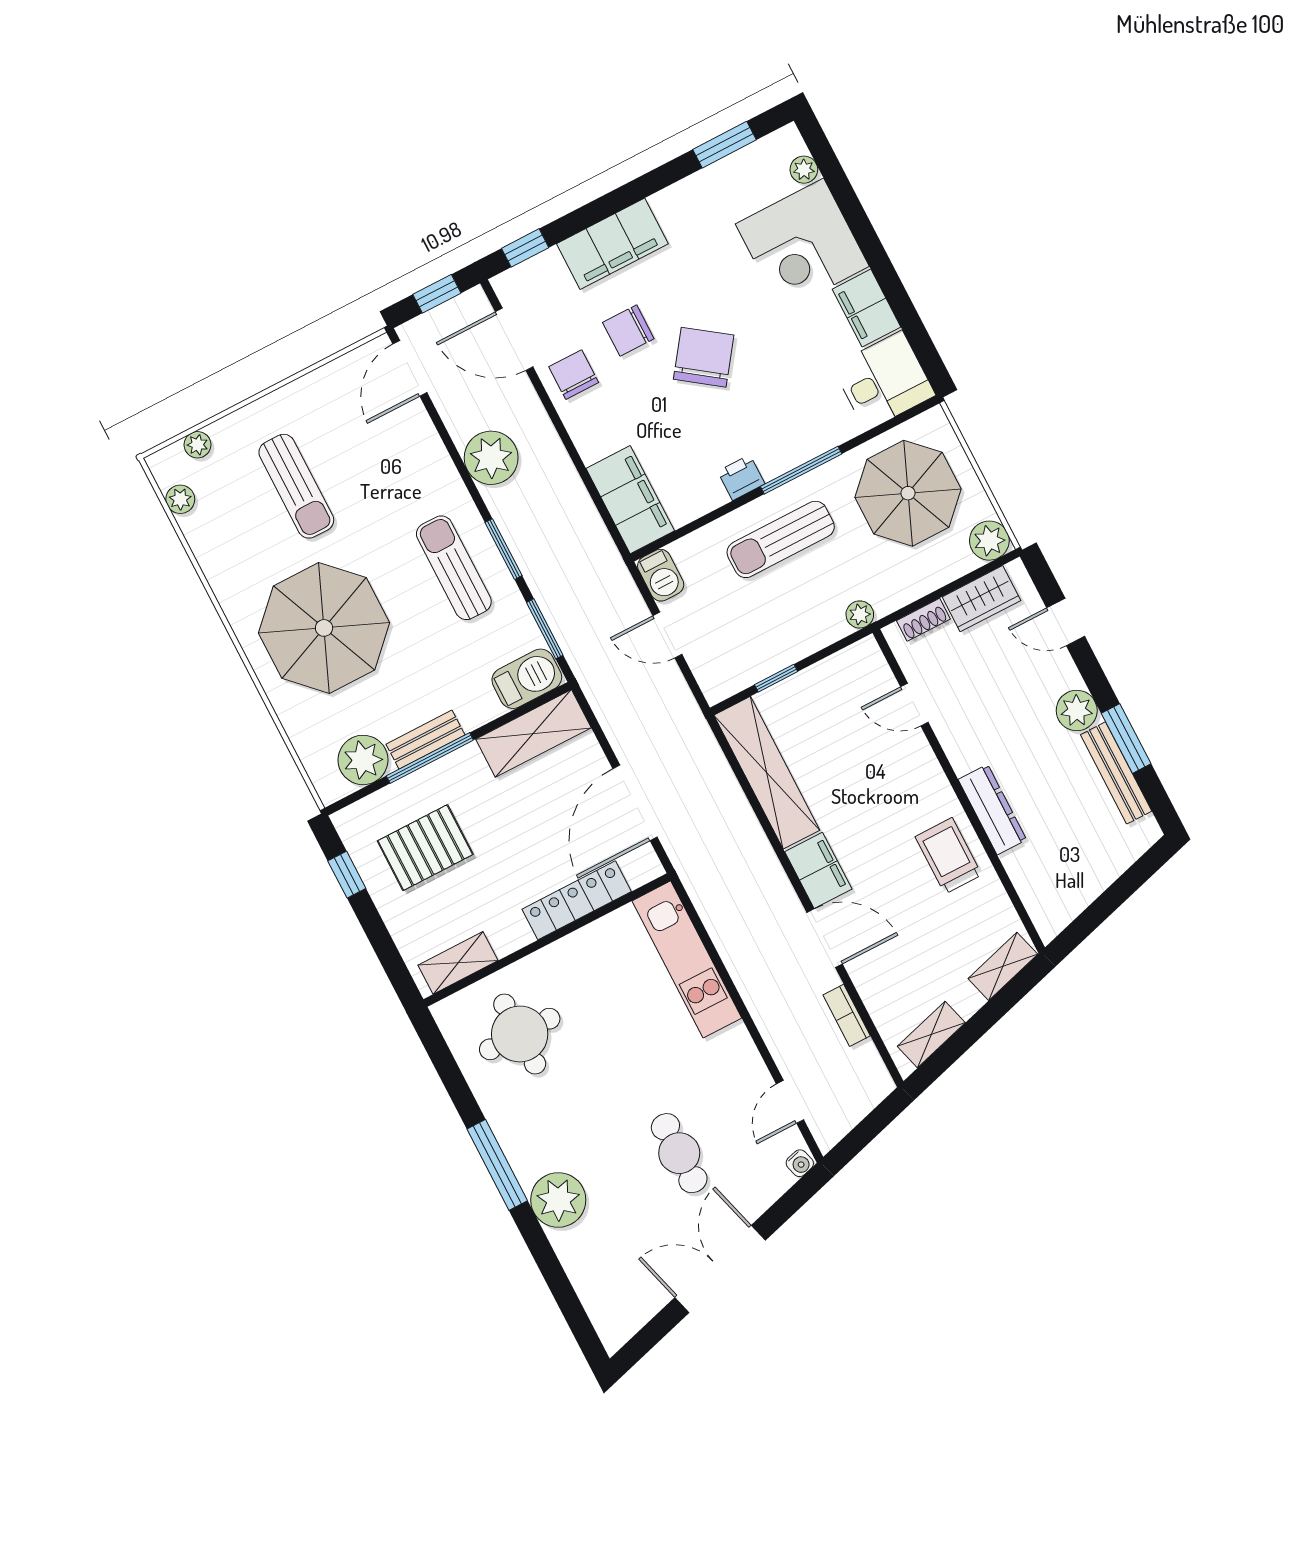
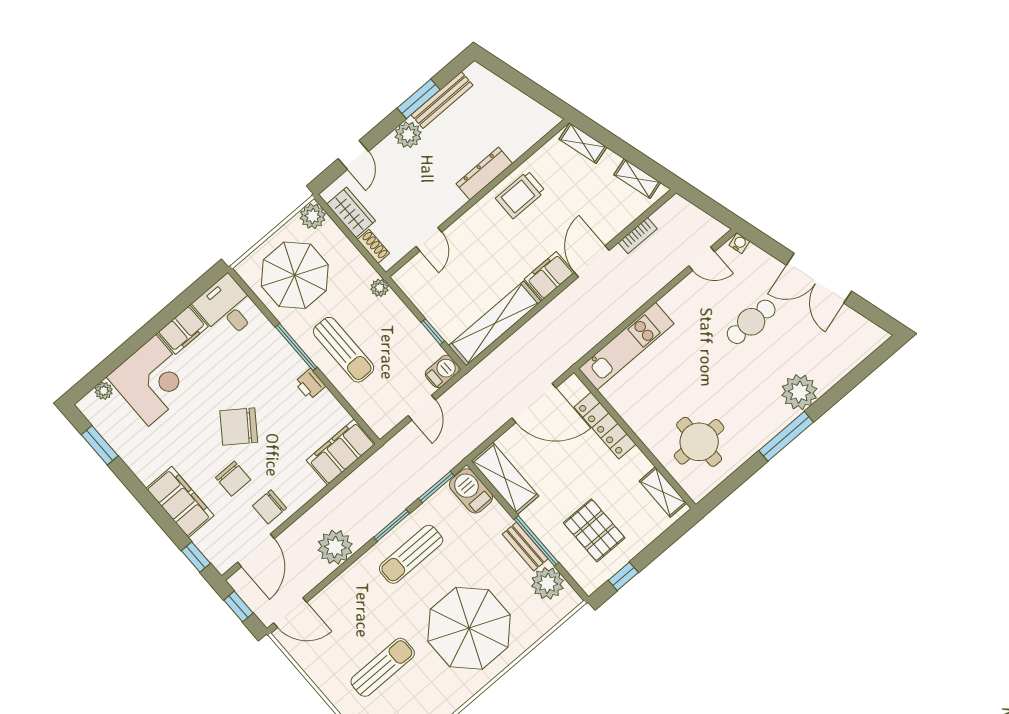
barbecue: (661, 575) -> (442, 371), moved

